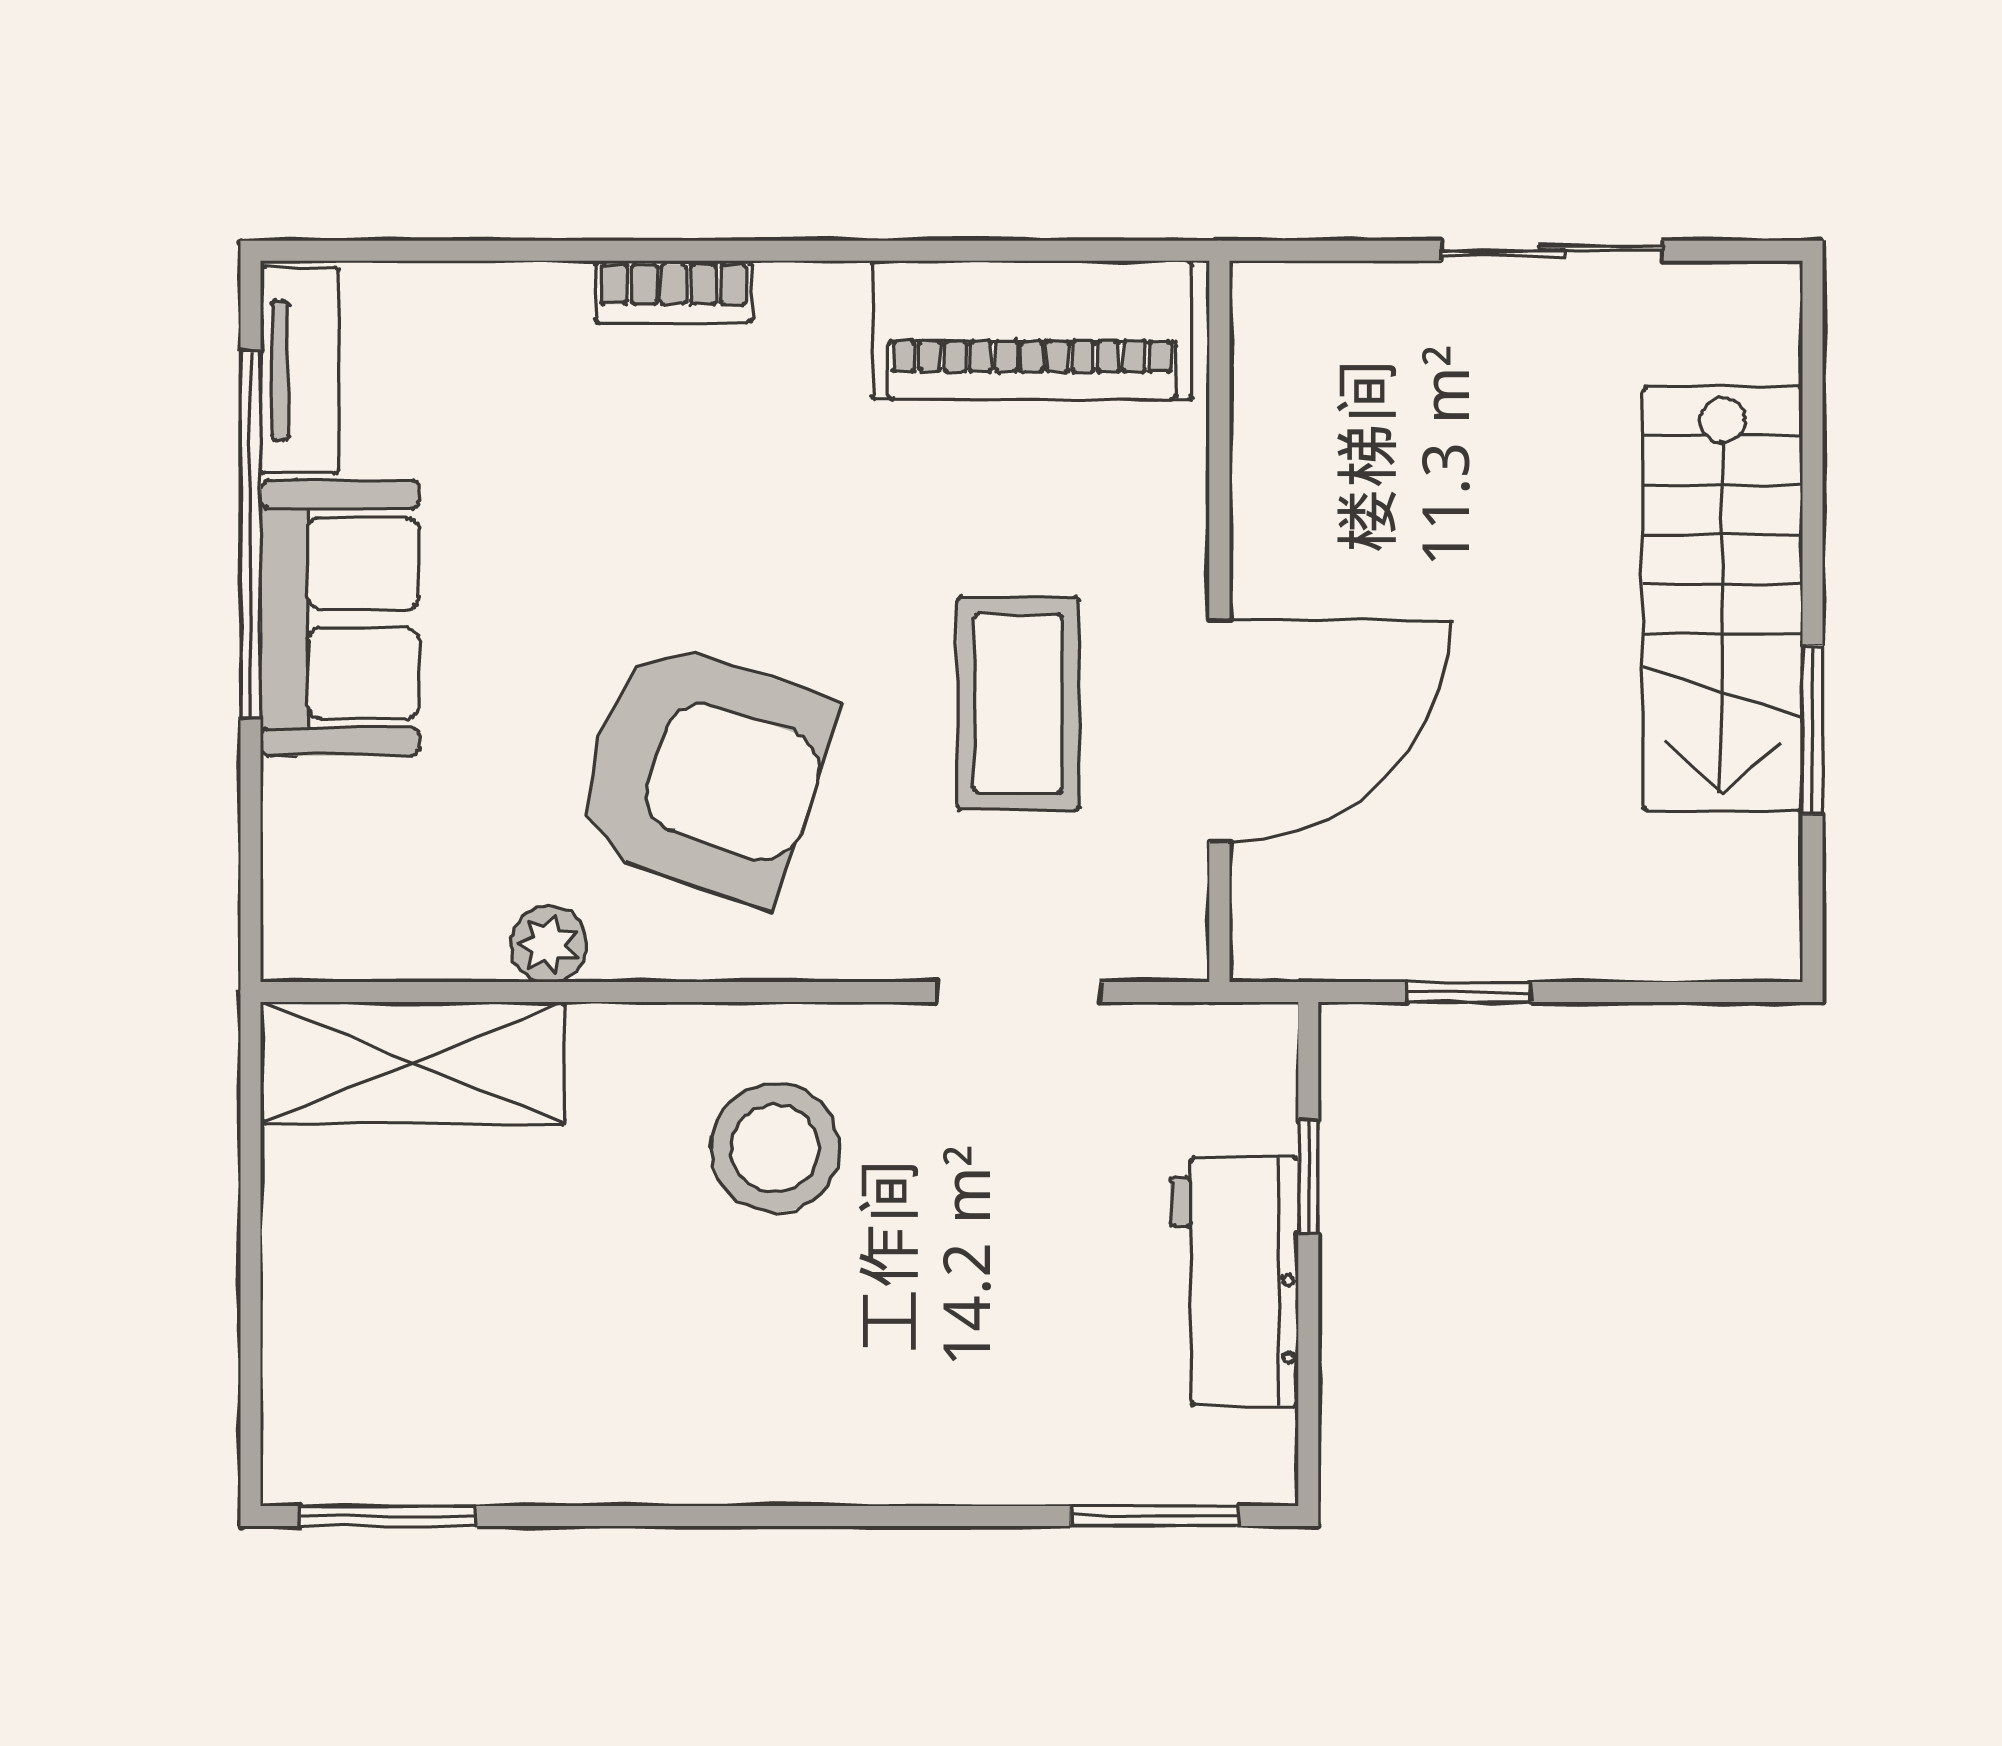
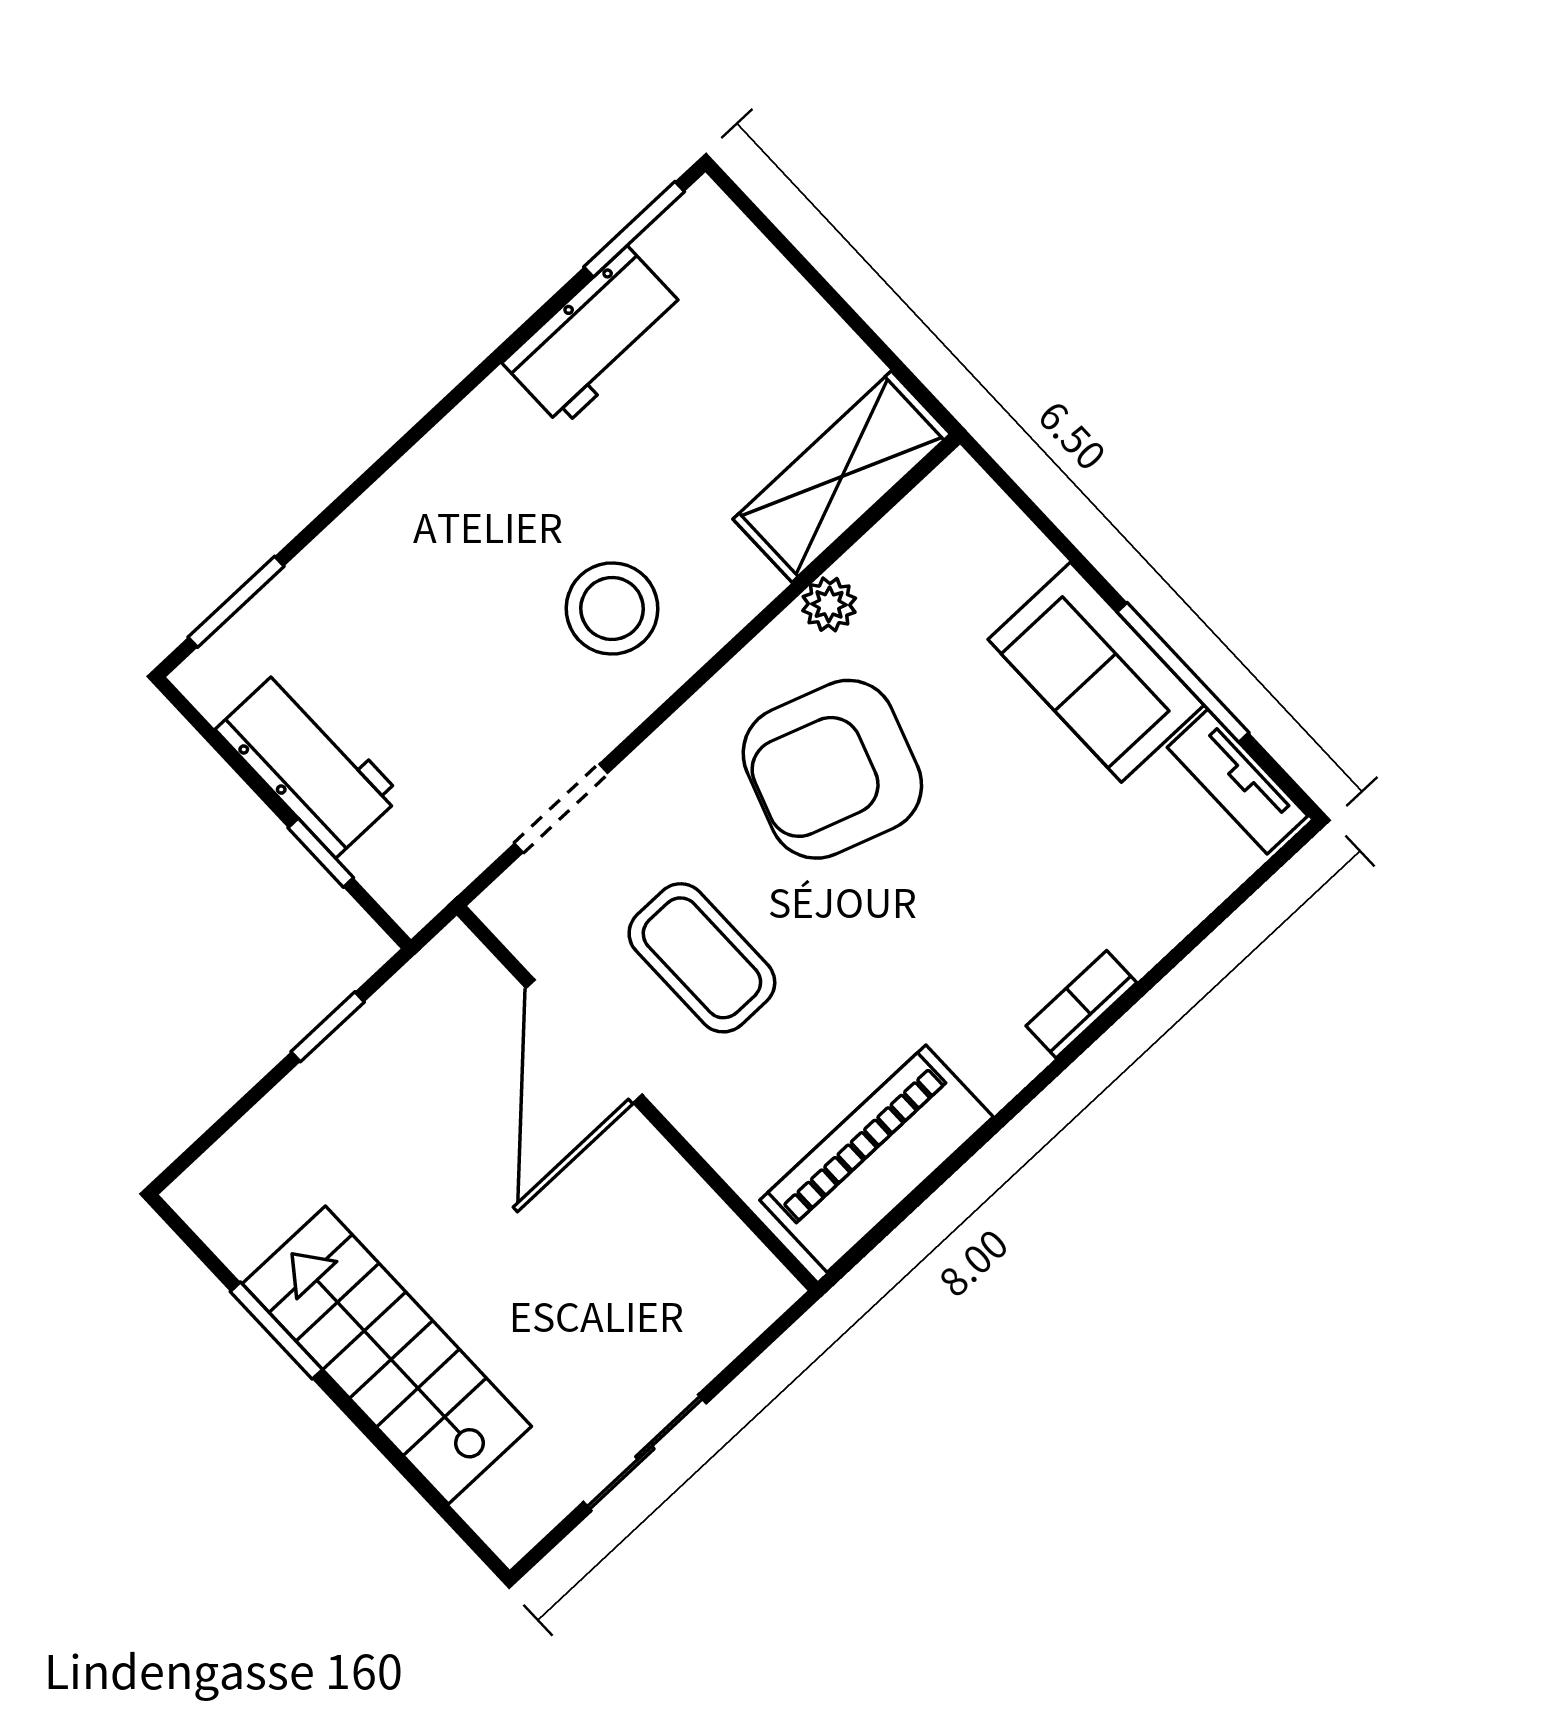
window: (251, 535) -> (1183, 672), width x0.68
workbench: (532, 1444) -> (595, 337), added

